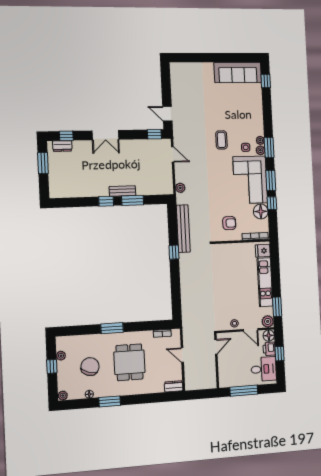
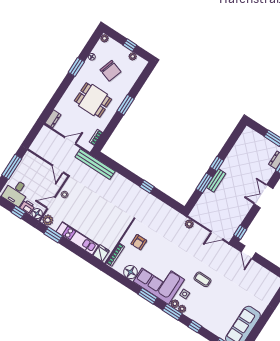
door: (167, 114) -> (248, 252), swing flipped
window: (272, 203) -> (195, 326), moved
bench: (183, 229) -> (95, 164), moved

